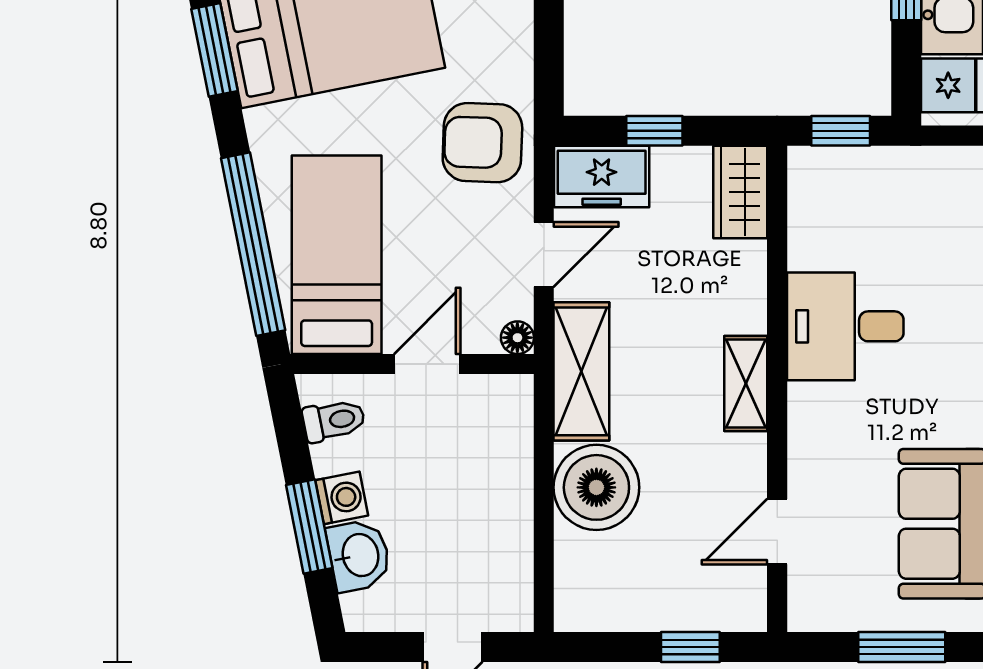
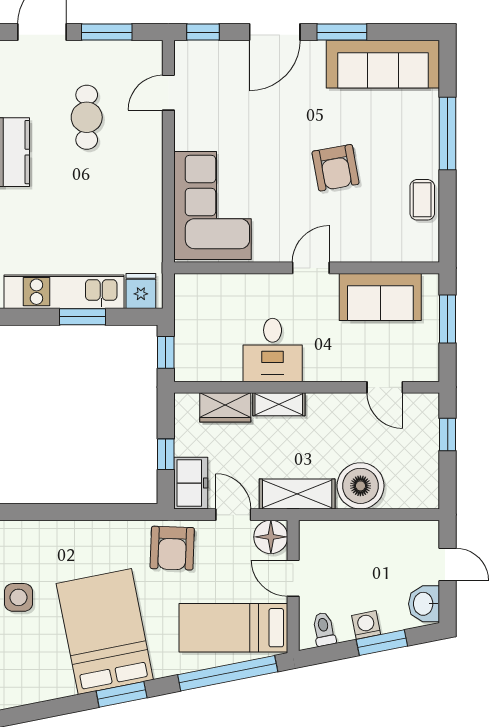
wardrobe: (740, 192) -> (225, 407), moved
floor lamp: (517, 338) -> (271, 537), width x1.89, depth x1.89
shelving: (746, 383) -> (279, 404), moved
washbasin: (359, 555) -> (424, 604), moved, turned -79

